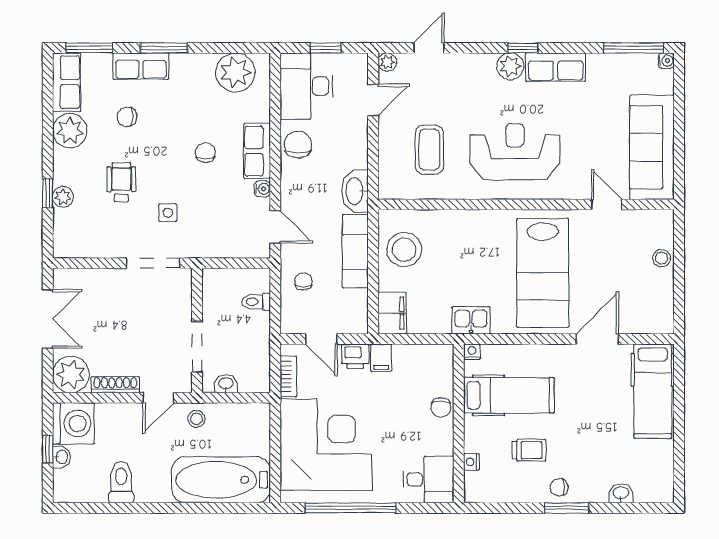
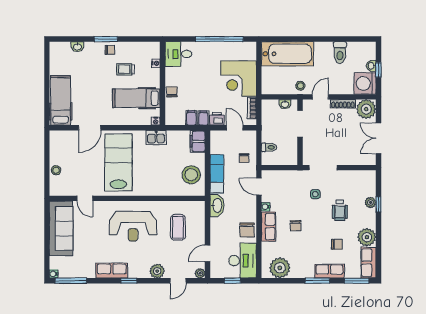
plant: (510, 66) -> (157, 271), moved
filing cabinet: (404, 358) -> (191, 118), added
corner desk: (326, 445) -> (239, 79), width x0.74, depth x0.74

